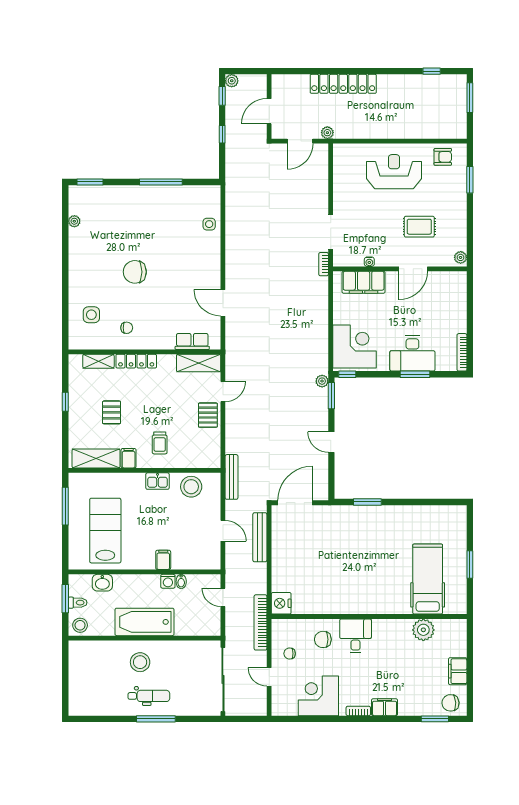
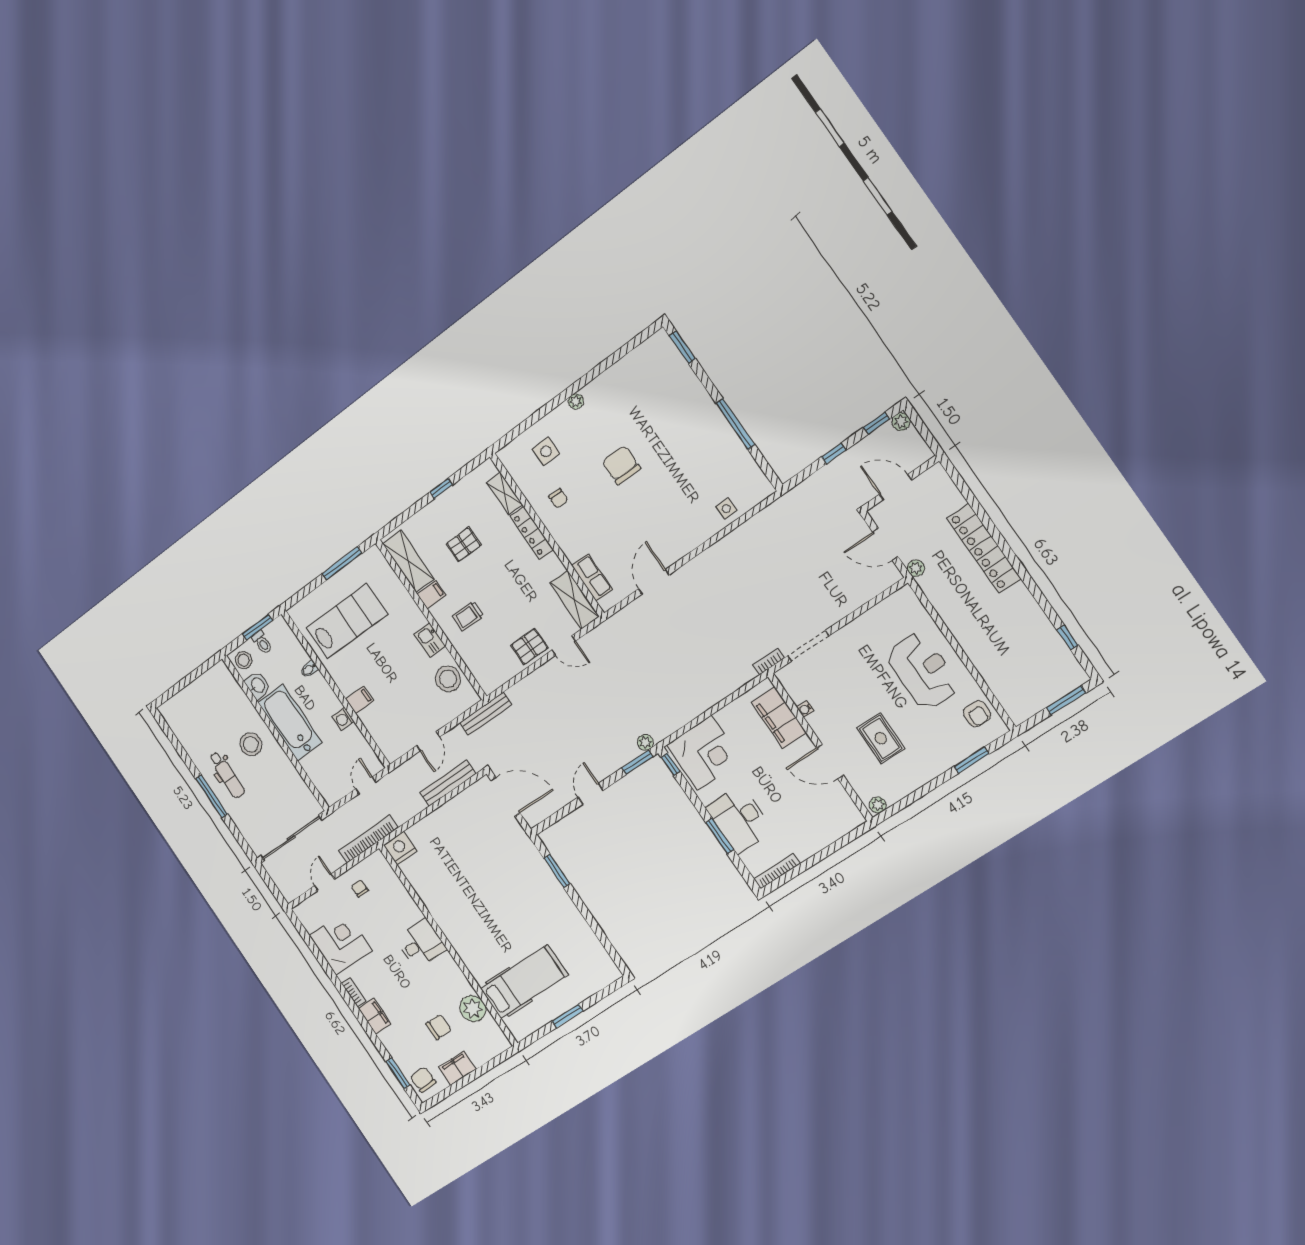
plant: (74, 221) -> (576, 401), moved
bidet: (181, 582) -> (309, 669), moved
washbasin: (102, 583) -> (258, 685), moved, turned 180
chair: (323, 639) -> (439, 1027), moved, turned 90

